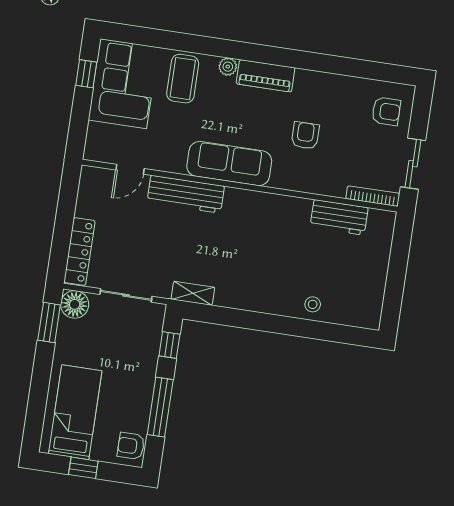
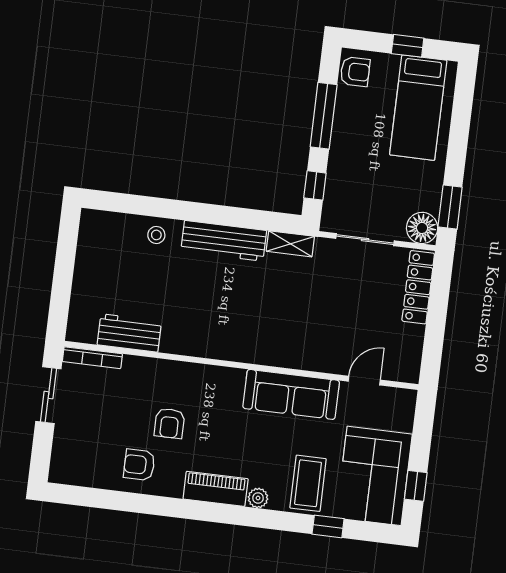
window: (166, 39) -> (328, 526), added
armchair: (386, 111) -> (139, 465), moved
sofa: (229, 164) -> (291, 394), moved
workbench: (186, 194) -> (224, 241), moved, turned 180

